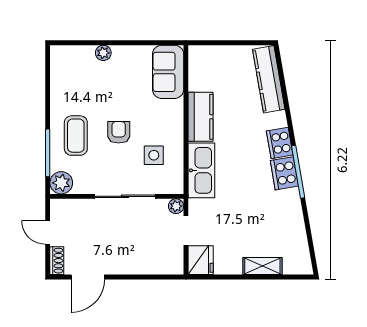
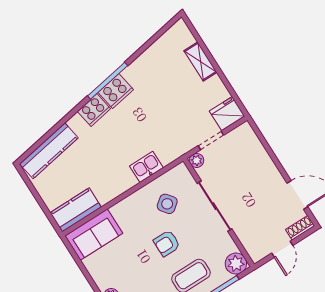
kitchen counter: (200, 117) -> (76, 210), moved
side table: (154, 155) -> (167, 204), turned -38
kitchen sink: (201, 170) -> (146, 167), width x0.53, depth x0.81

